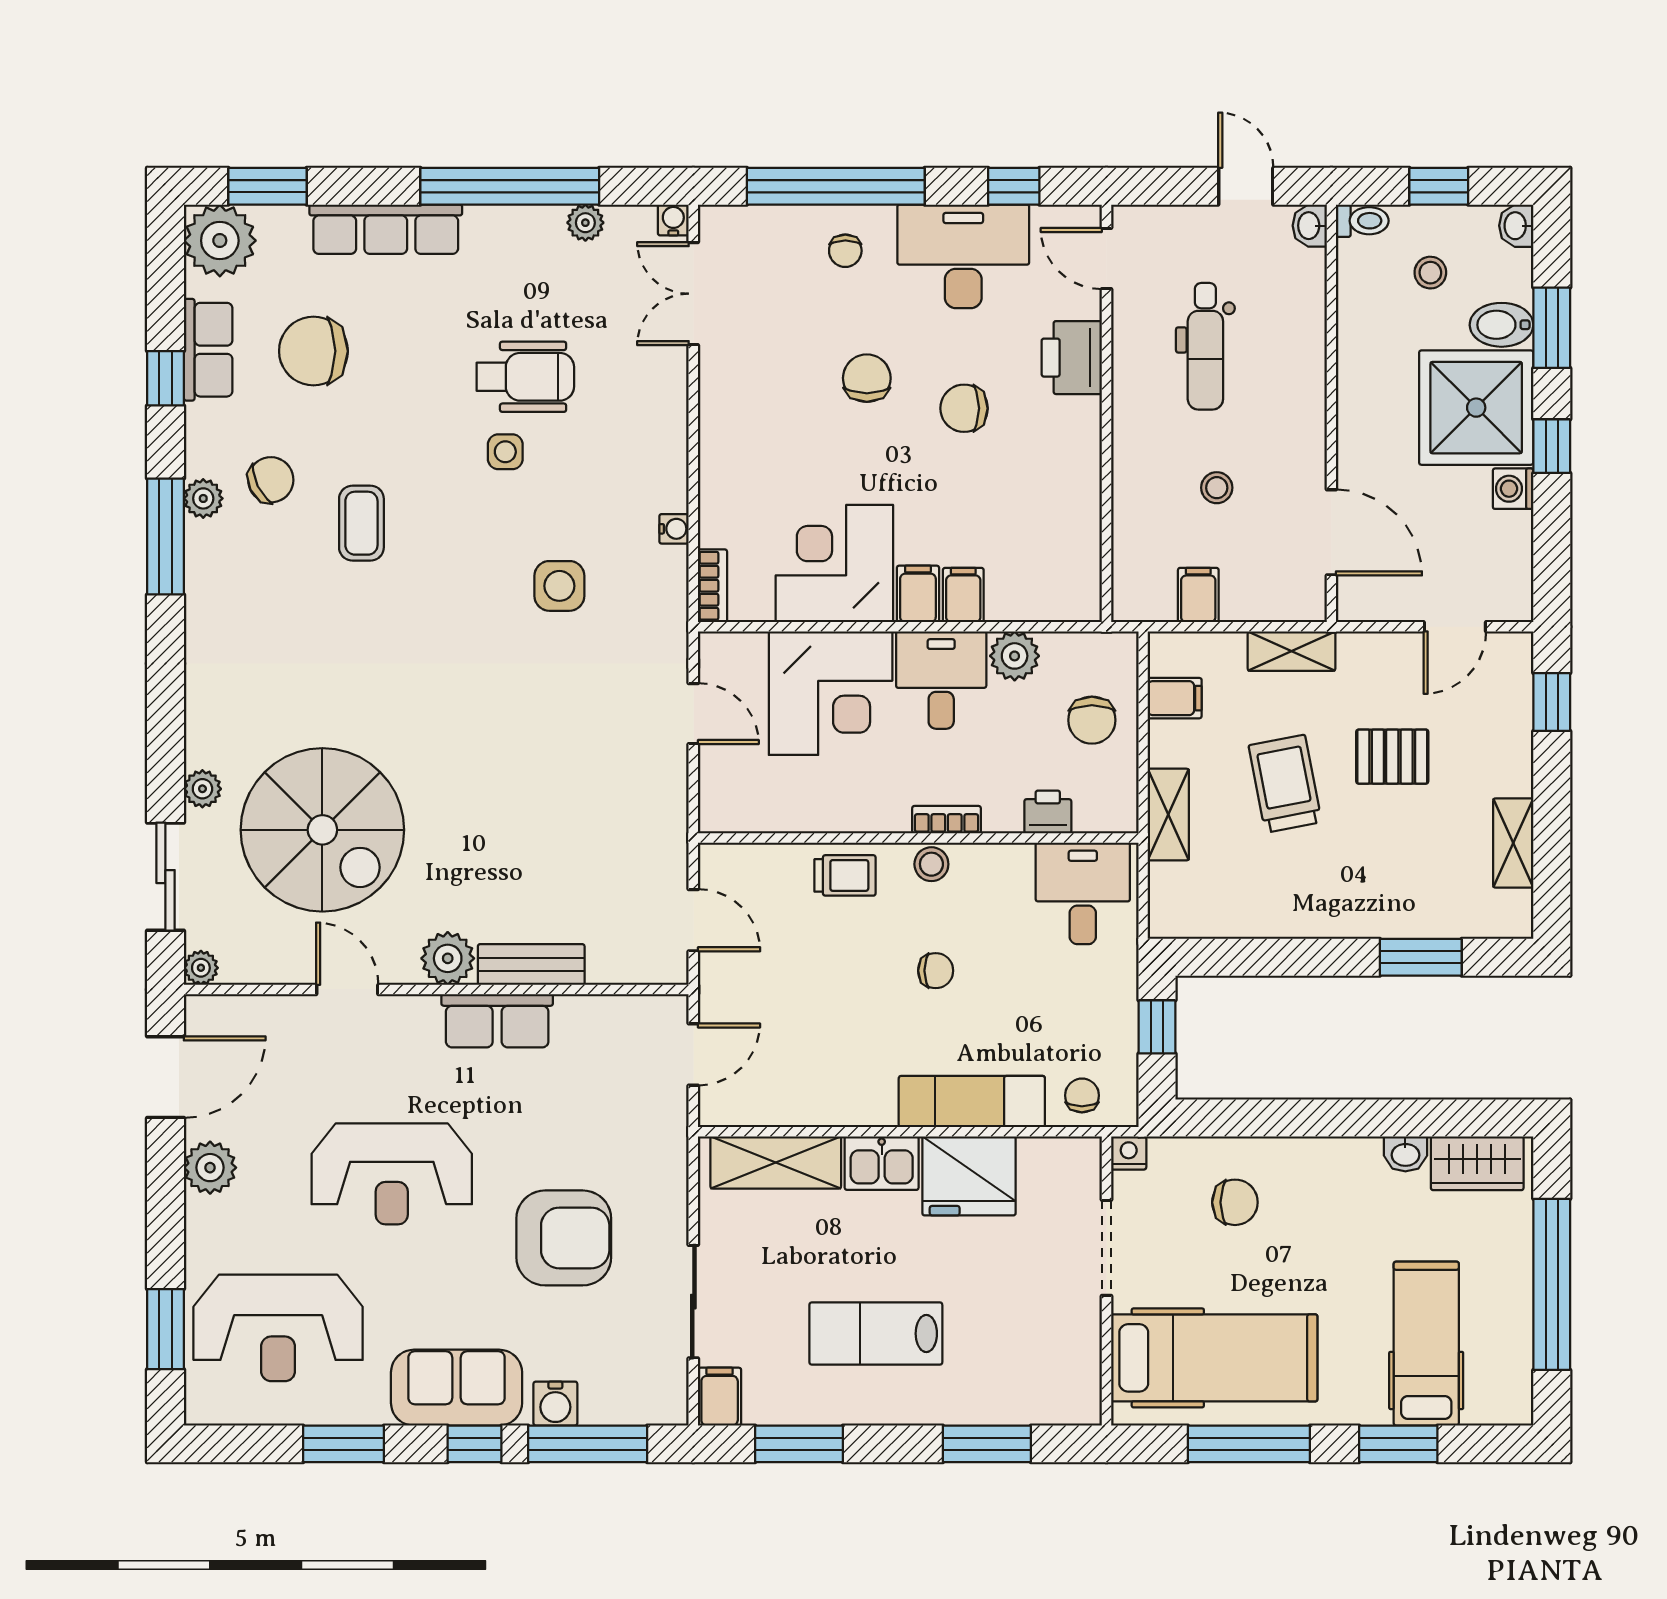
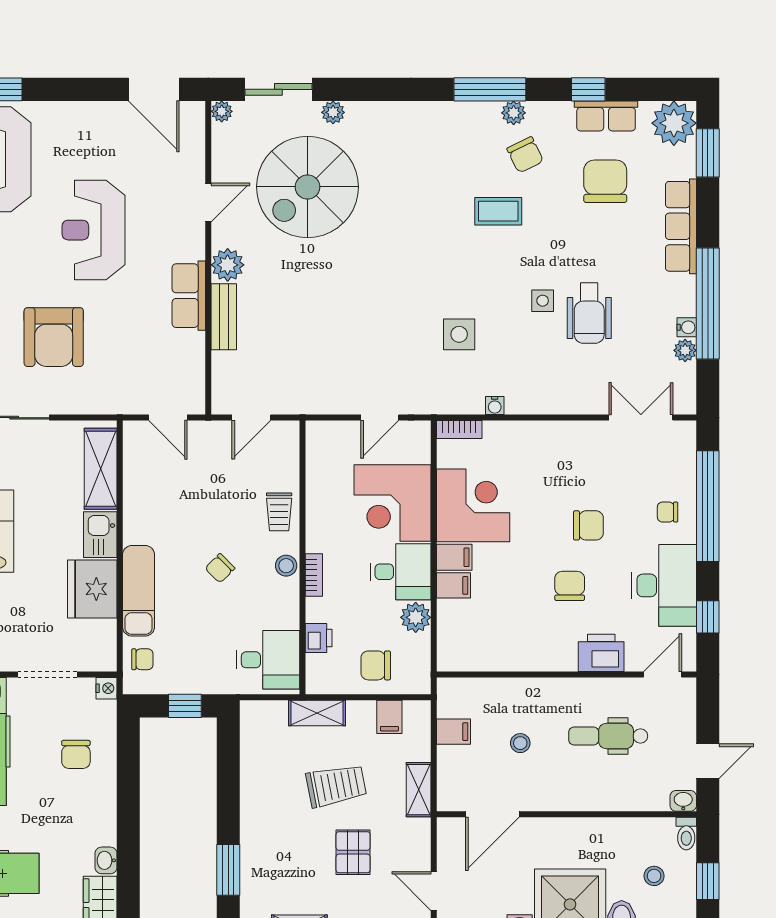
water cooler: (673, 220) -> (687, 327), moved
chair: (936, 971) -> (220, 568), turned 45
plant: (210, 1168) -> (97, 117), removed

